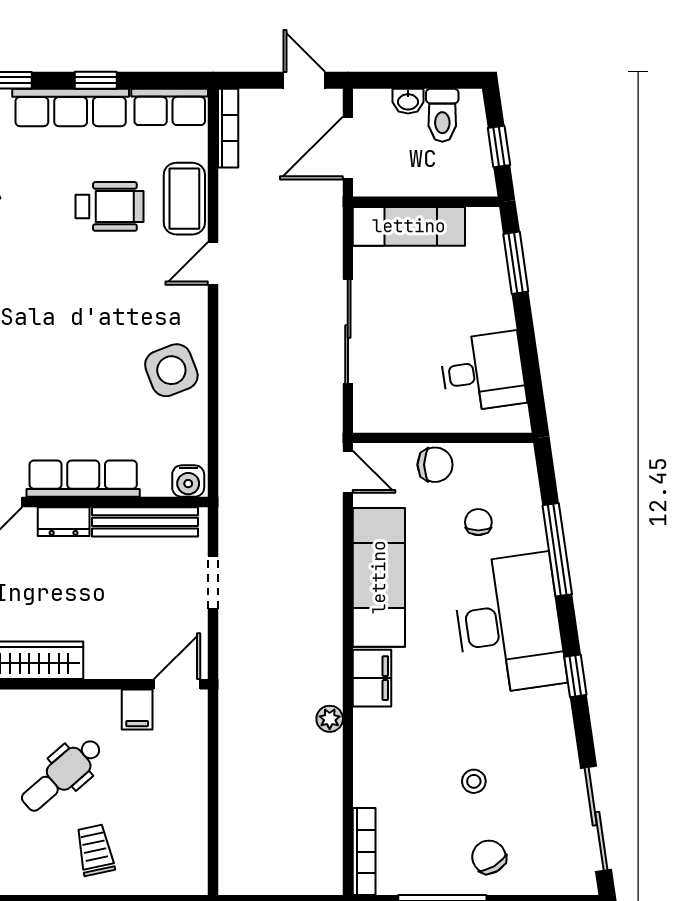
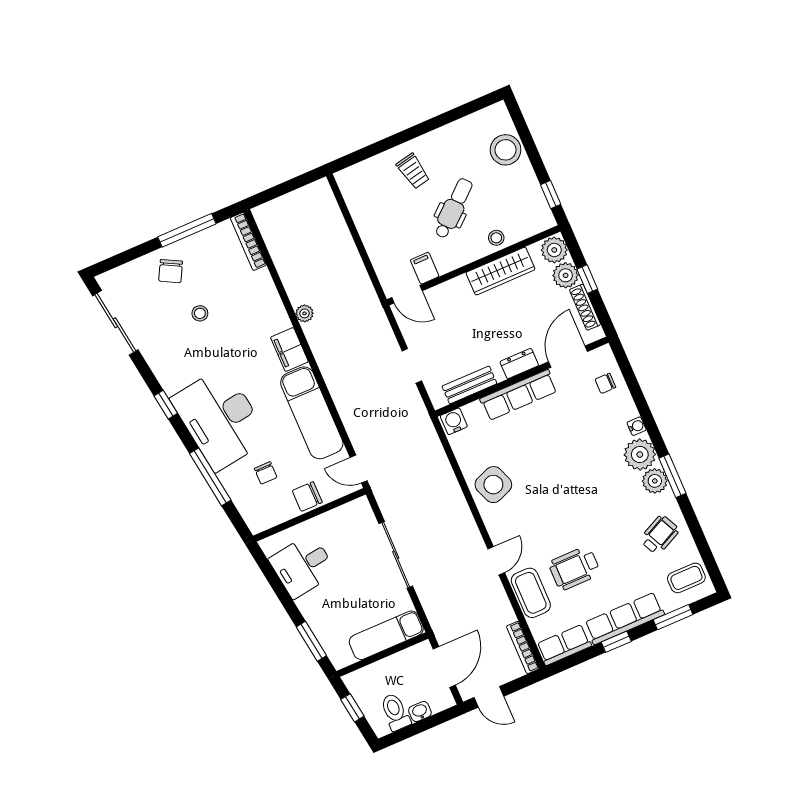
bench: (145, 522) -> (469, 385), width x0.73
door: (177, 684) -> (407, 294), hinge flipped
stool: (20, 709) -> (496, 238), added
chair: (489, 857) -> (171, 271), turned 59

